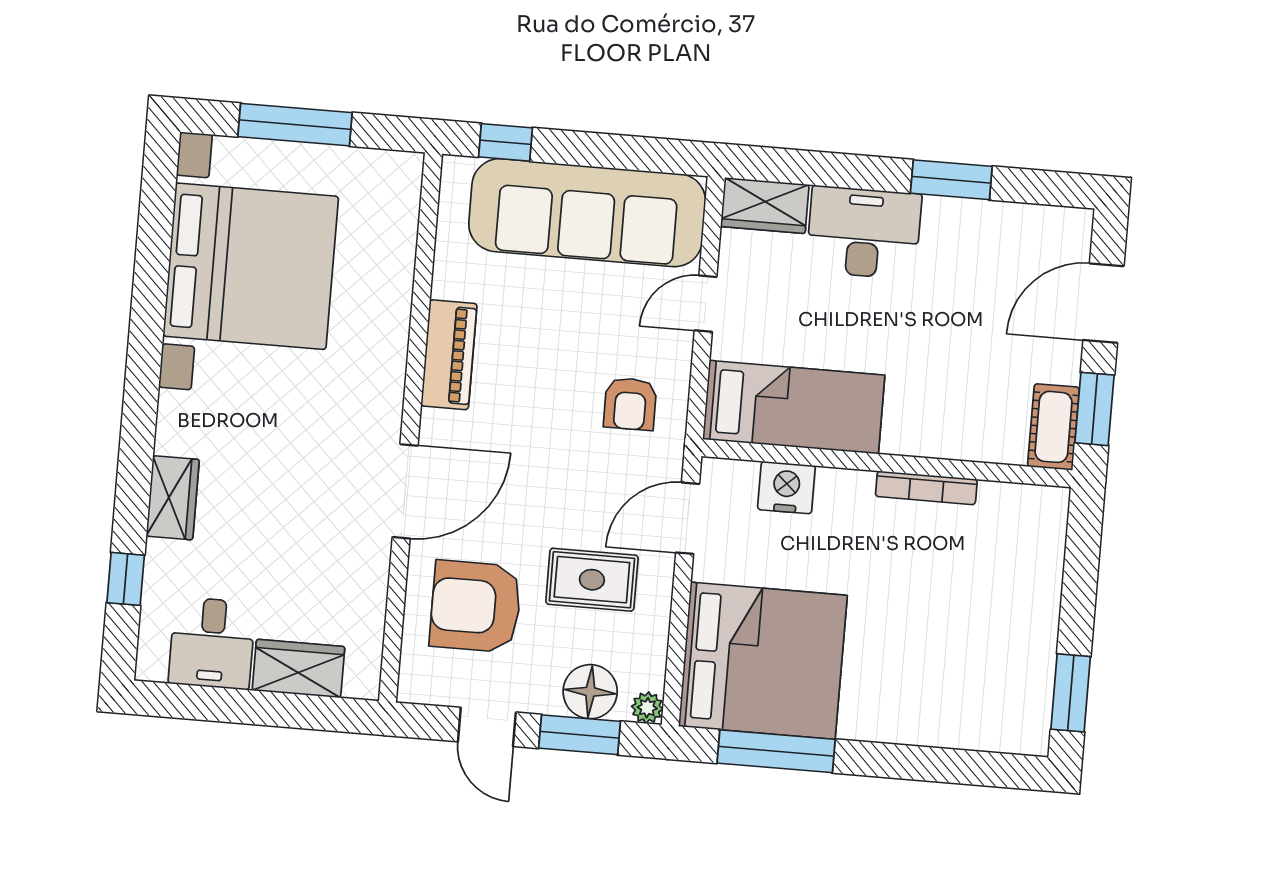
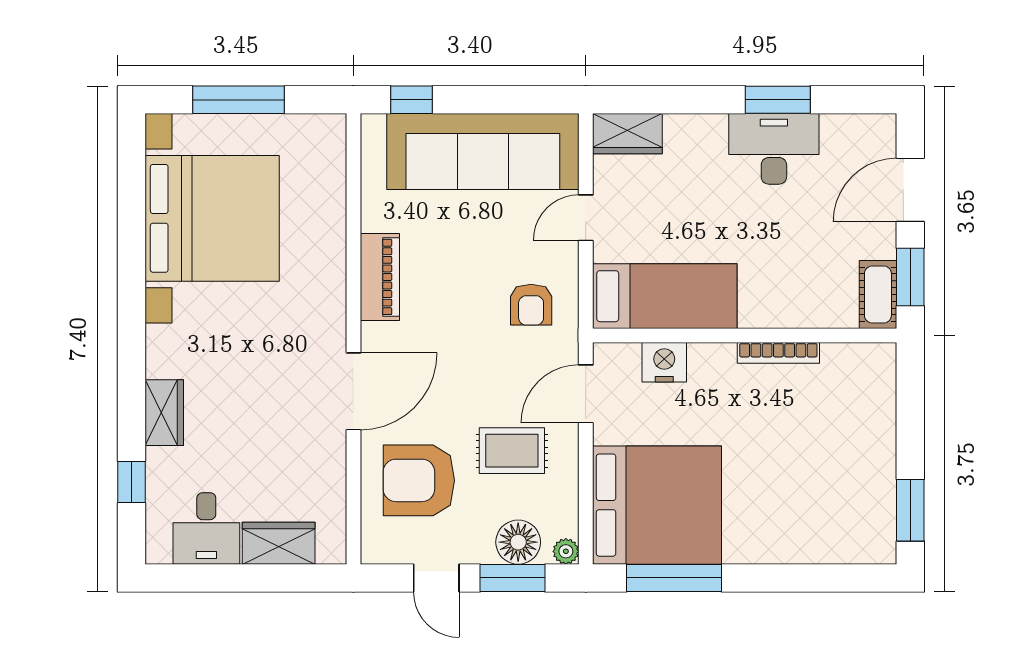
desk: (864, 233) -> (774, 149), moved

